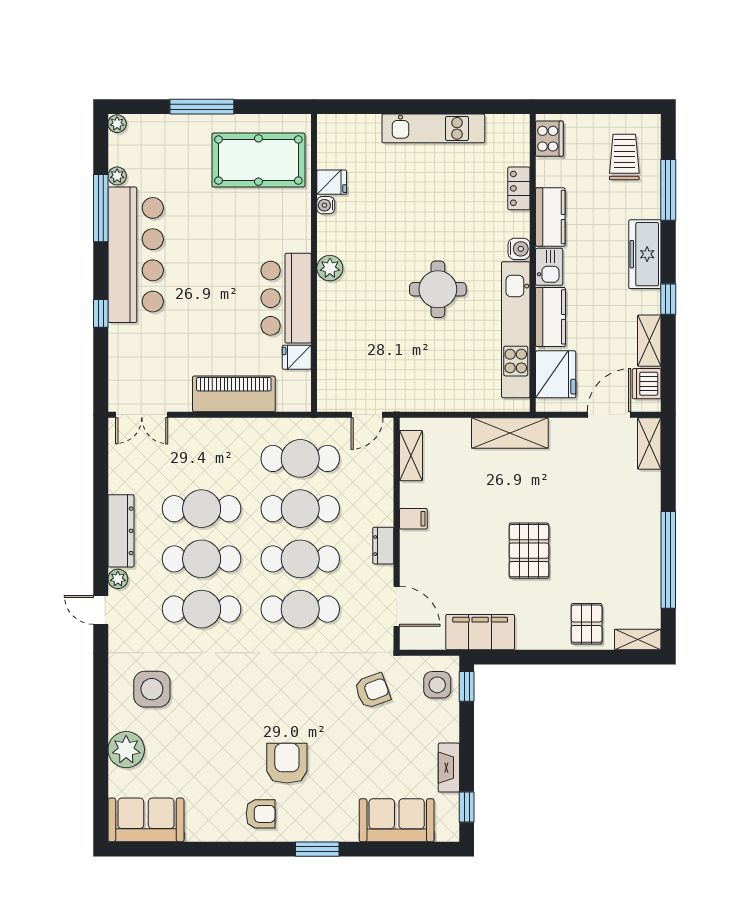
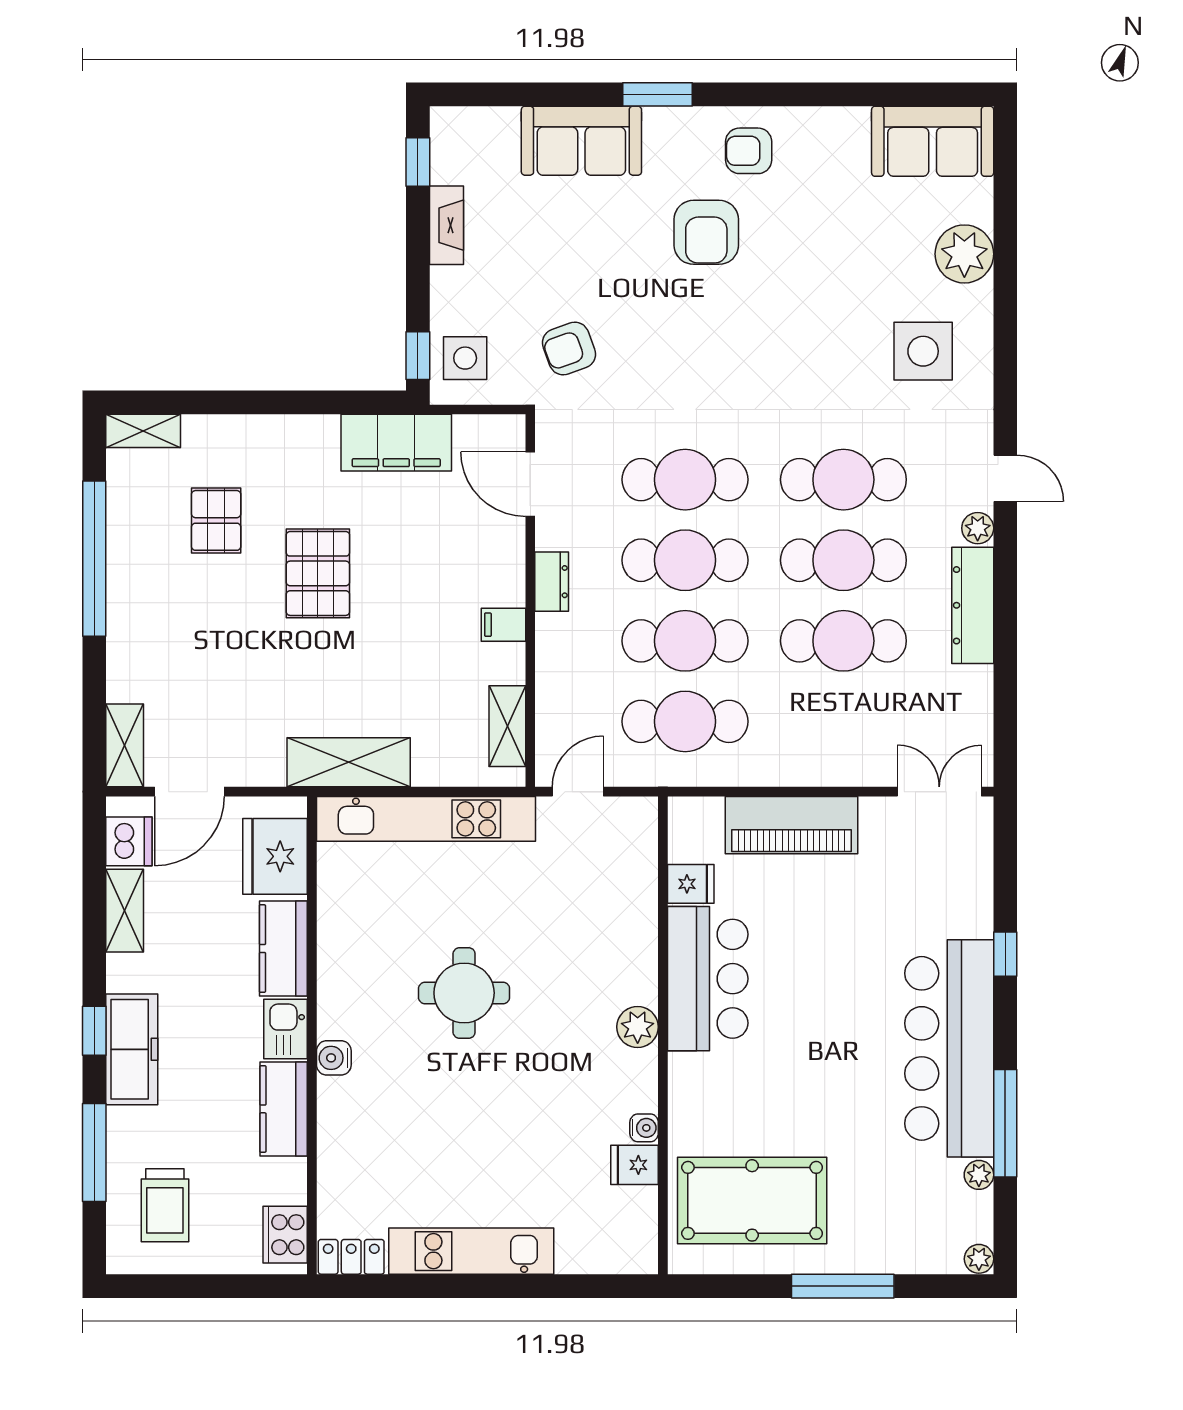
locker: (519, 188) -> (351, 1257), moved, turned -90
window: (668, 299) -> (94, 1031), moved
kitchen unit: (516, 330) -> (426, 819), moved, turned 90
pallet: (587, 624) -> (216, 520), moved
sofa: (397, 820) -> (581, 141), moved

